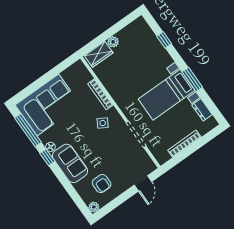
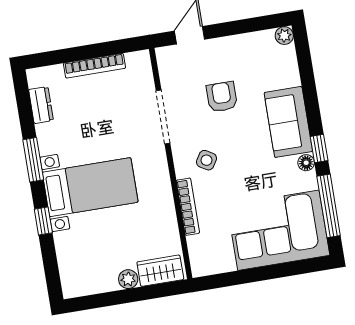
window: (164, 40) -> (43, 221), moved
bed with nightstands: (167, 95) -> (90, 187), moved
armchair: (102, 184) -> (222, 97), moved

